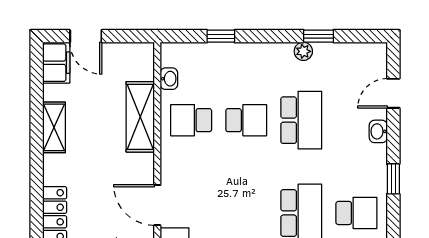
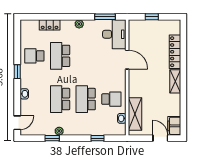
door: (393, 93) -> (17, 123), moved
shelving: (140, 117) -> (135, 114), moved
school desk: (246, 120) -> (86, 99), width x1.85
shelving: (54, 127) -> (175, 81), moved

